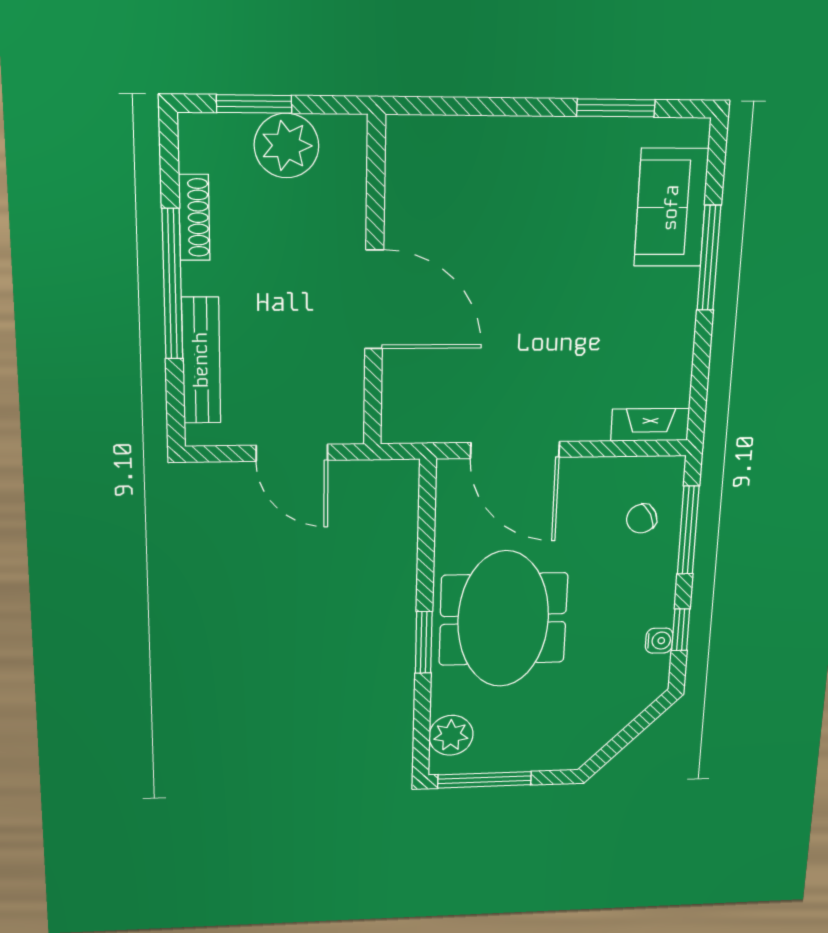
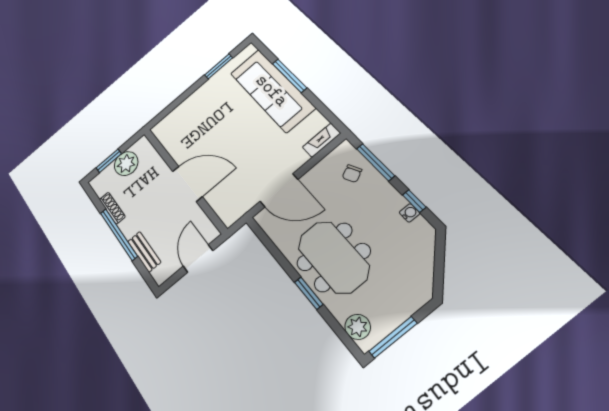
sofa: (671, 208) -> (272, 90), width x1.85, depth x1.27
bench: (201, 360) -> (144, 252), width x0.73
door: (292, 453) -> (198, 258), swing flipped

